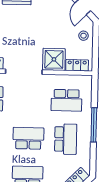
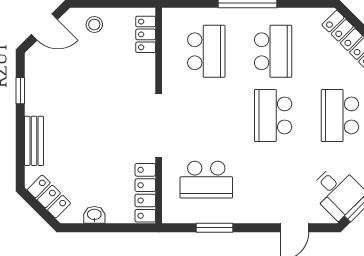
shower: (54, 59) -> (136, 74), removed
school desk: (66, 139) -> (273, 51), turned 90

